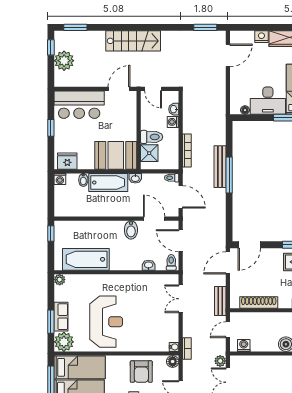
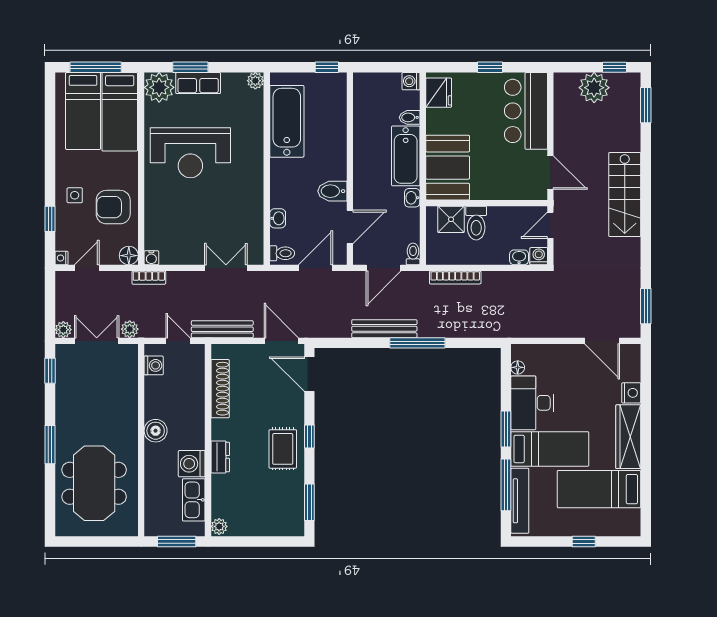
washing machine: (173, 122) -> (539, 256), moved
bench: (220, 167) -> (384, 329), moved
bench: (220, 301) -> (222, 329), width x1.36

